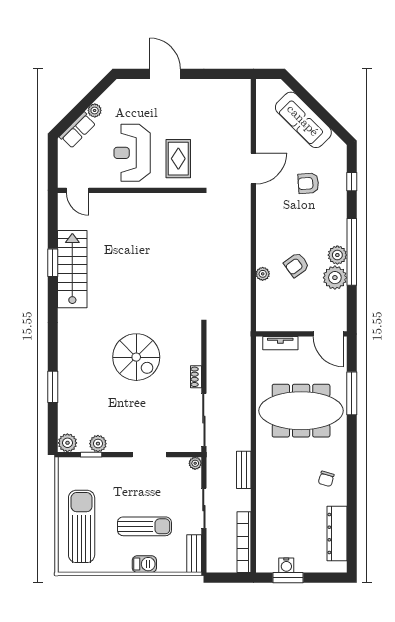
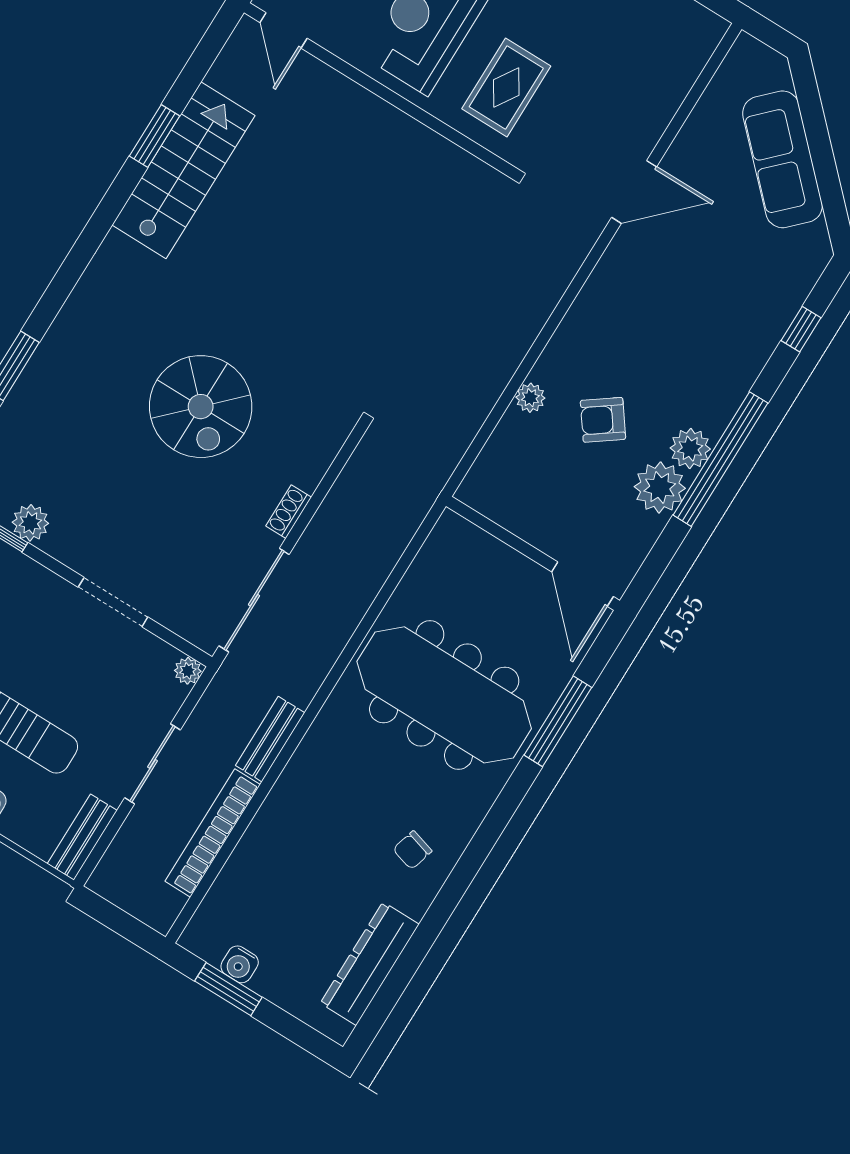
armchair: (308, 183) -> (719, 283), removed
tv unit: (280, 343) -> (483, 546), removed
bookcase: (244, 542) -> (213, 833), moved

